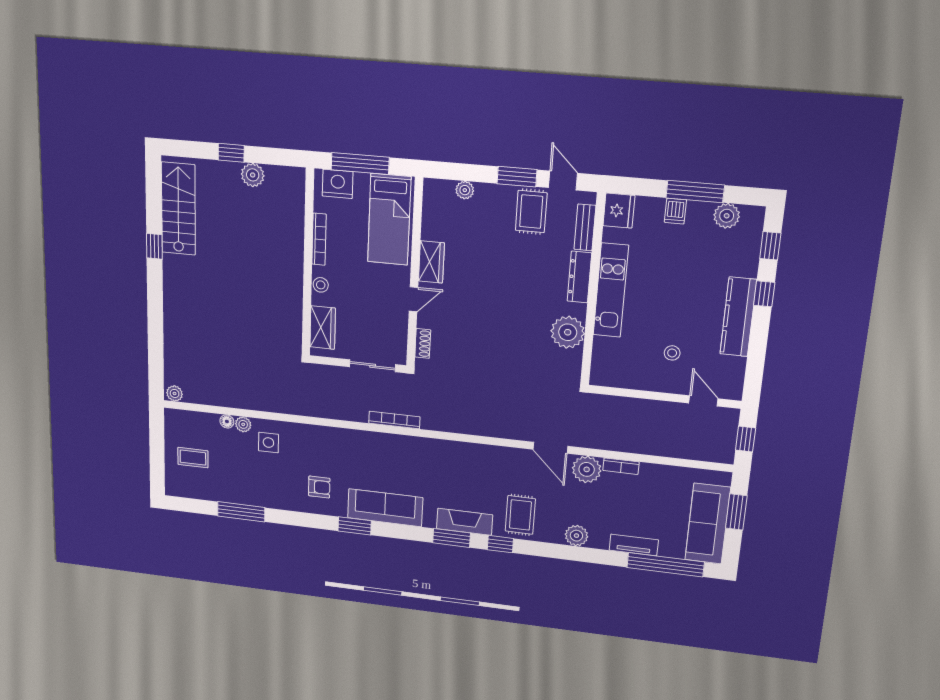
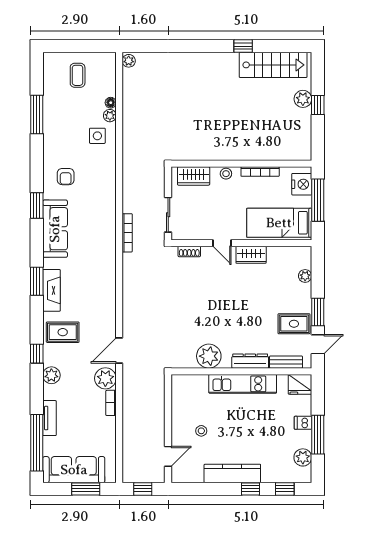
plant: (253, 175) -> (303, 99), moved
window: (500, 544) -> (37, 354), moved

